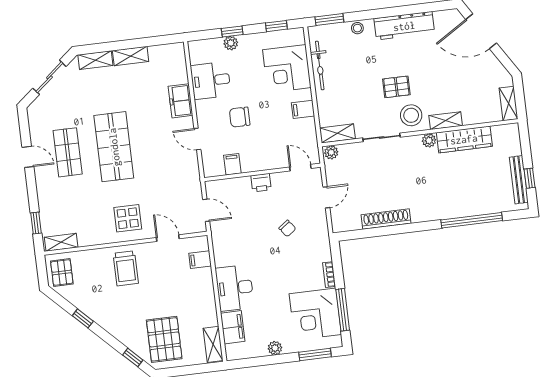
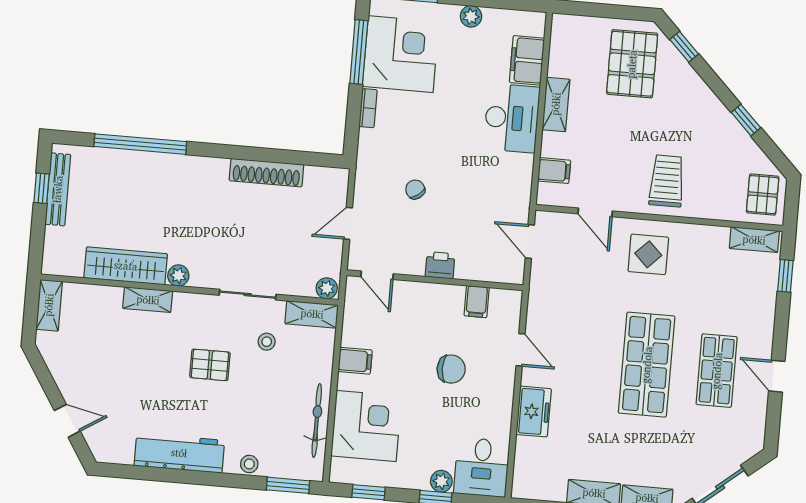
door: (481, 31) -> (67, 421), width x0.53
desk: (211, 80) -> (482, 467), moved, turned 90
stool: (411, 115) -> (267, 342), moved, width x0.53, depth x0.53
shelving: (213, 344) -> (556, 104), moved

